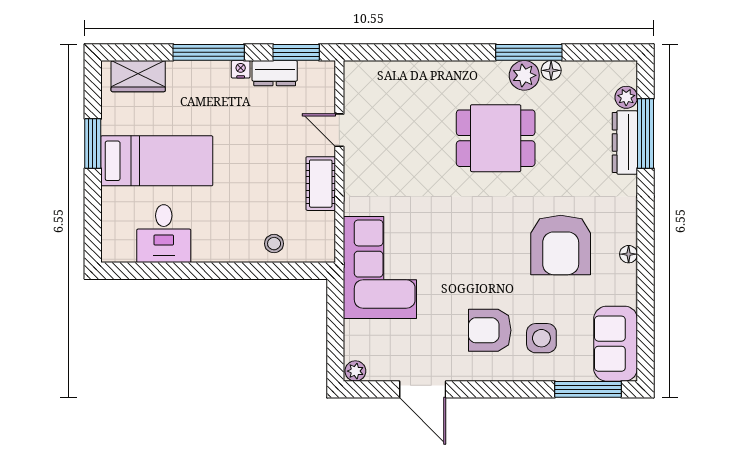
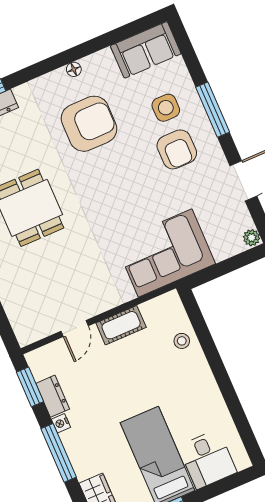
desk: (164, 234) -> (207, 459), moved, turned 90
window: (588, 389) -> (213, 110), moved

